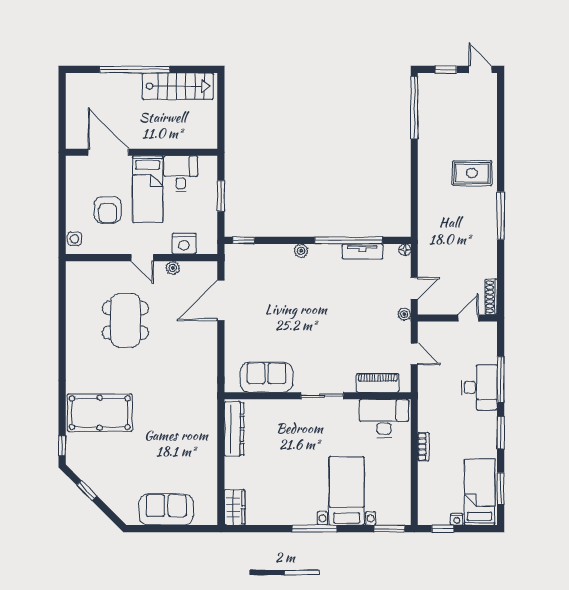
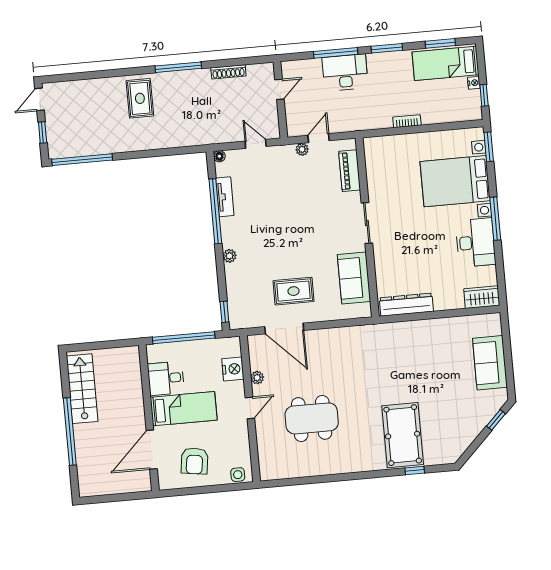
window: (221, 196) -> (184, 338), width x2.11
armchair: (108, 210) -> (195, 461), moved, turned 98
shoe rack: (491, 297) -> (228, 72), moved
rug: (259, 314) -> (294, 291), added
plant: (404, 314) -> (302, 149), moved
door: (468, 318) -> (279, 89), swing flipped
desk: (384, 418) -> (476, 242), moved, turned 180
window: (62, 446) -> (415, 471), moved
window: (87, 490) -> (496, 420), moved
bed with nightstands: (347, 491) -> (455, 181), width x1.36

